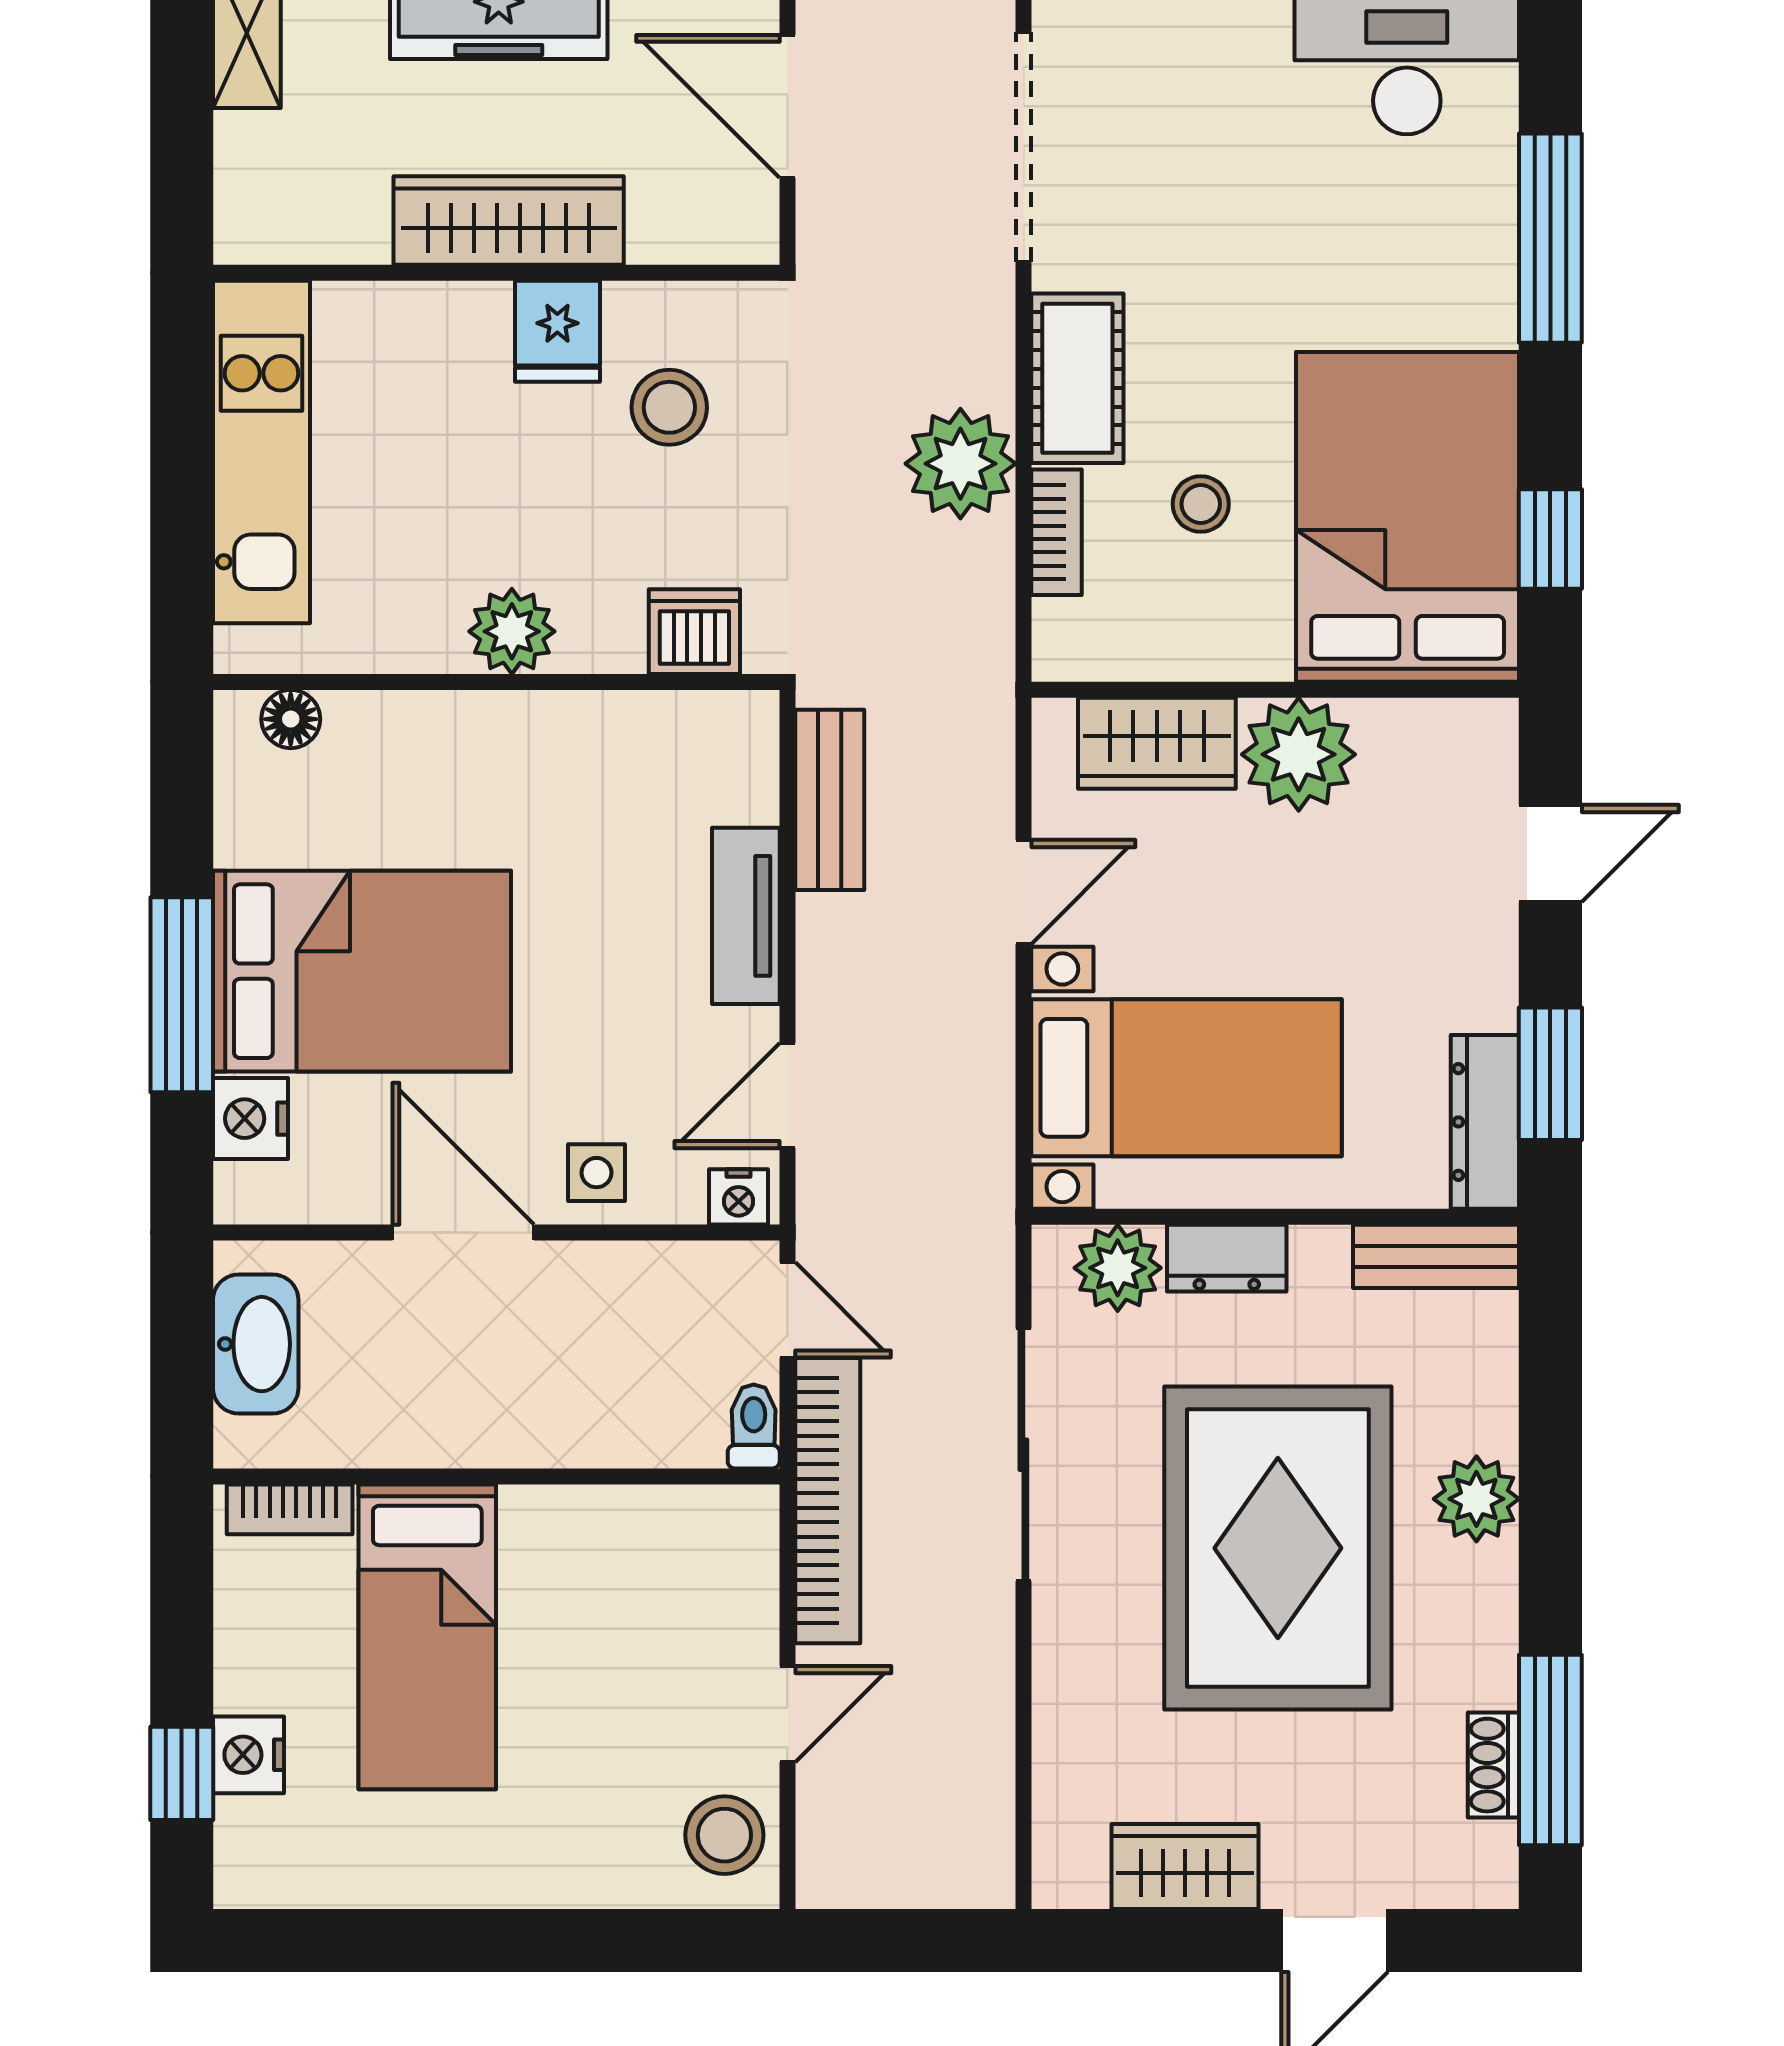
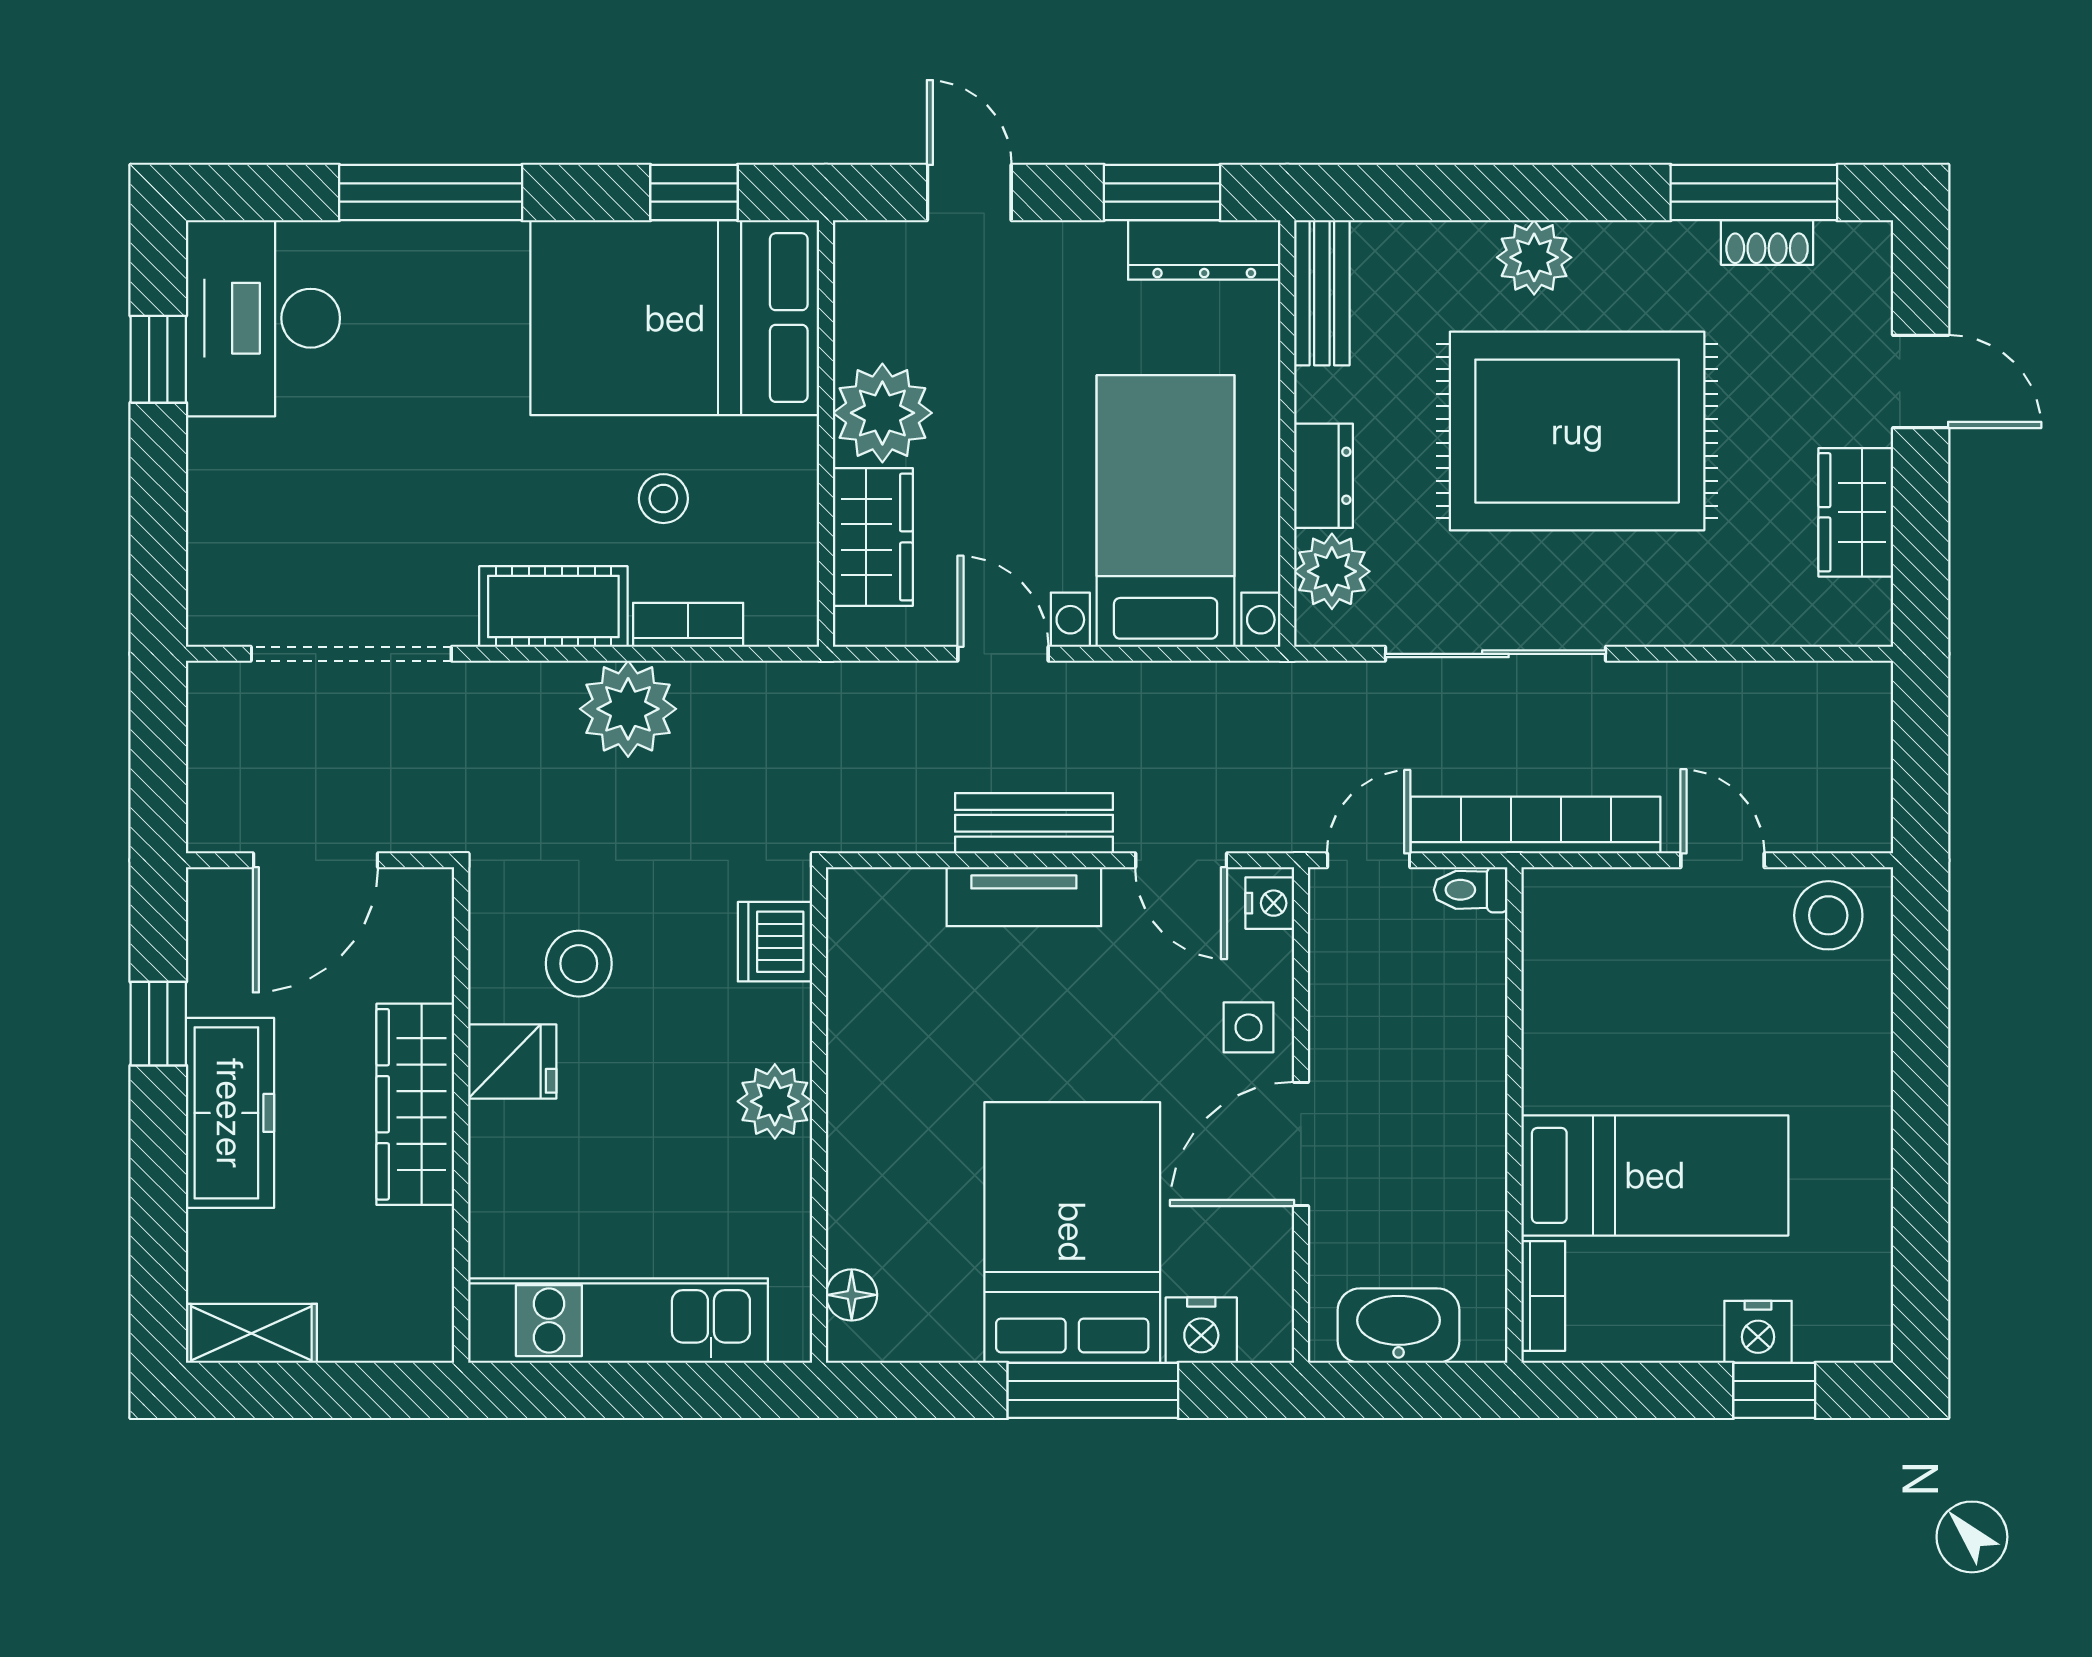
bench: (830, 800) -> (1034, 823), moved

